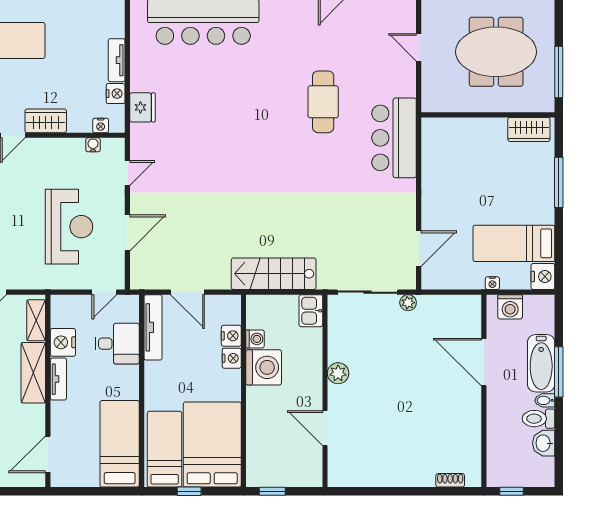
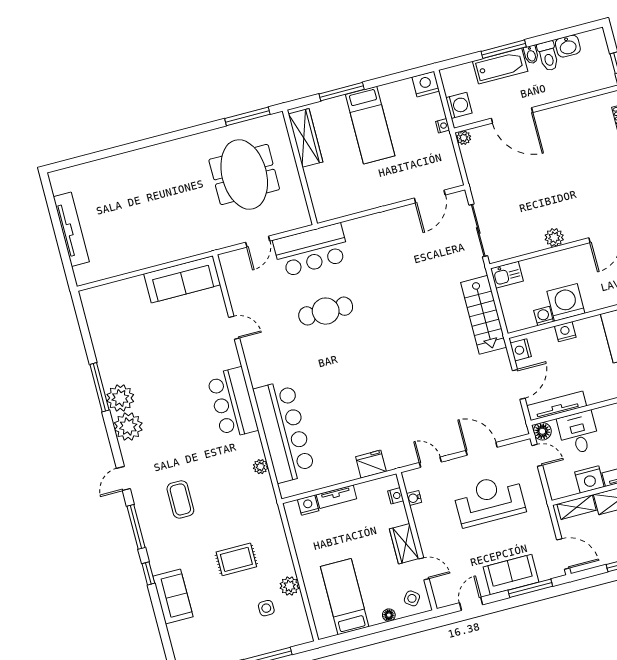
nightstand: (116, 94) -> (308, 505), moved
wardrobe: (529, 129) -> (306, 138), width x1.50
bar counter: (394, 138) -> (311, 250), moved
bed: (514, 243) -> (370, 125), moved
door: (419, 249) -> (430, 196), swing flipped
plant: (408, 303) -> (464, 138), moved
floor lamp: (129, 305) -> (542, 431), added
nightstand: (231, 336) -> (521, 350), moved, turned -90
door: (484, 362) -> (512, 115), hinge flipped

